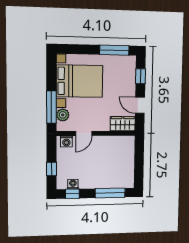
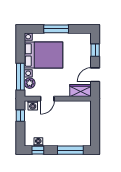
window: (114, 50) -> (56, 29), moved
door: (140, 105) -> (95, 75), hinge flipped
window: (52, 169) -> (20, 116), moved

